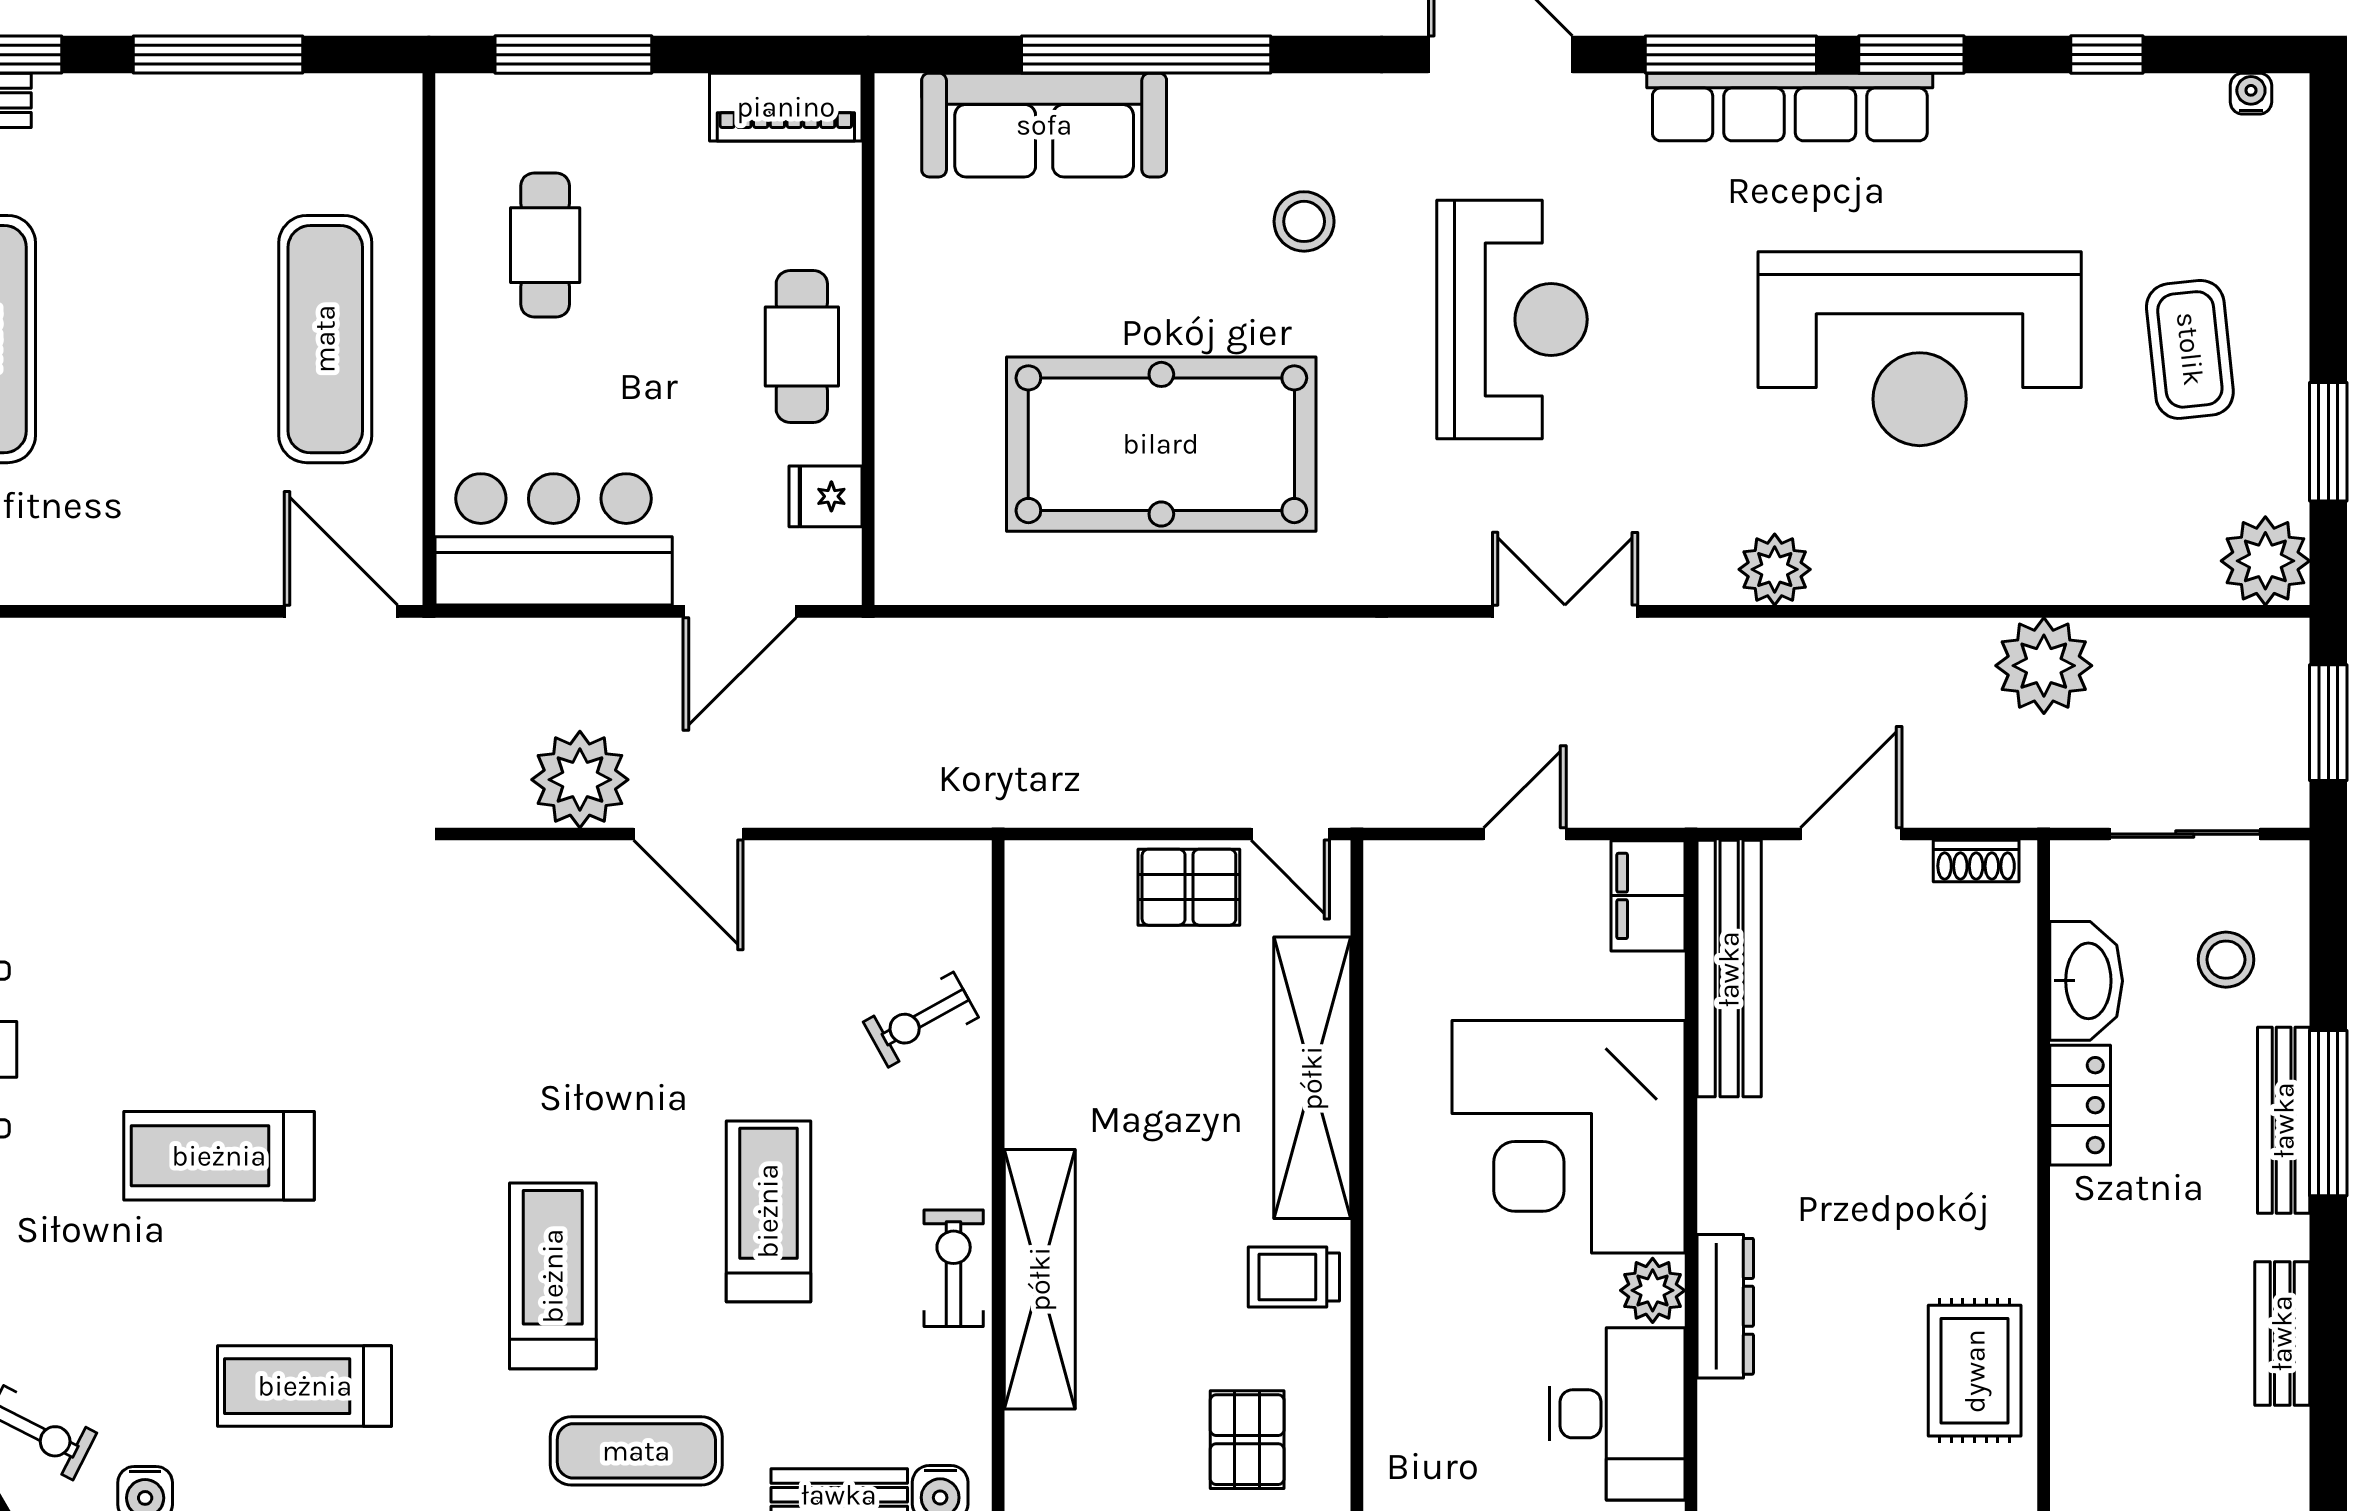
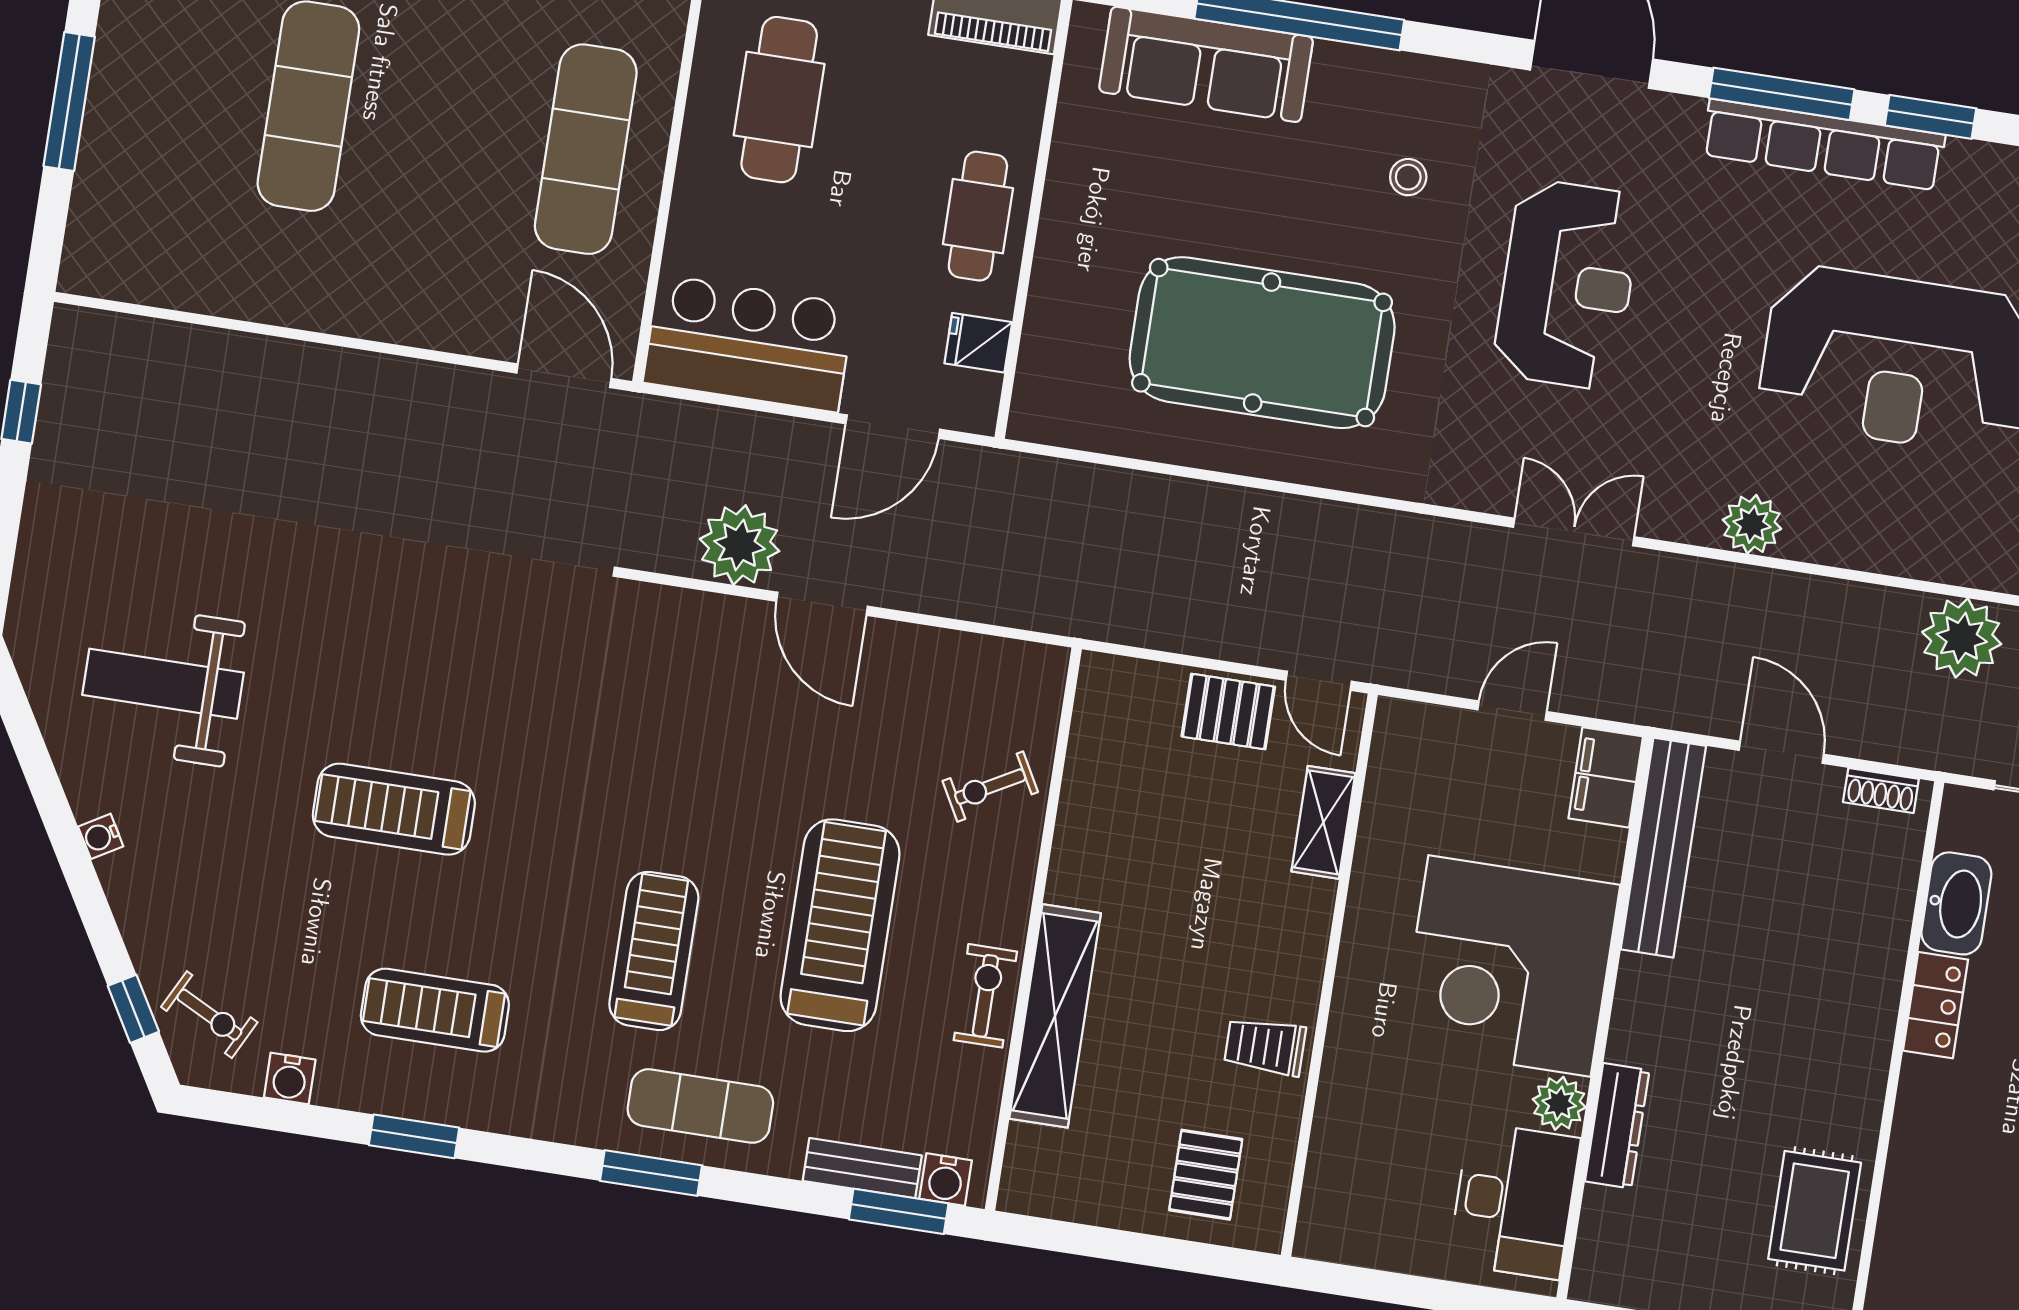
stool: (1304, 221) -> (1408, 177), width x0.73, depth x0.73
cafe table: (545, 245) -> (779, 100), width x1.37, depth x1.35
door: (1851, 834) -> (1781, 752), hinge flipped
shelving: (1312, 1078) -> (1323, 822), width x0.45, depth x0.75
treadmill: (768, 1211) -> (840, 925), width x1.37, depth x1.38

